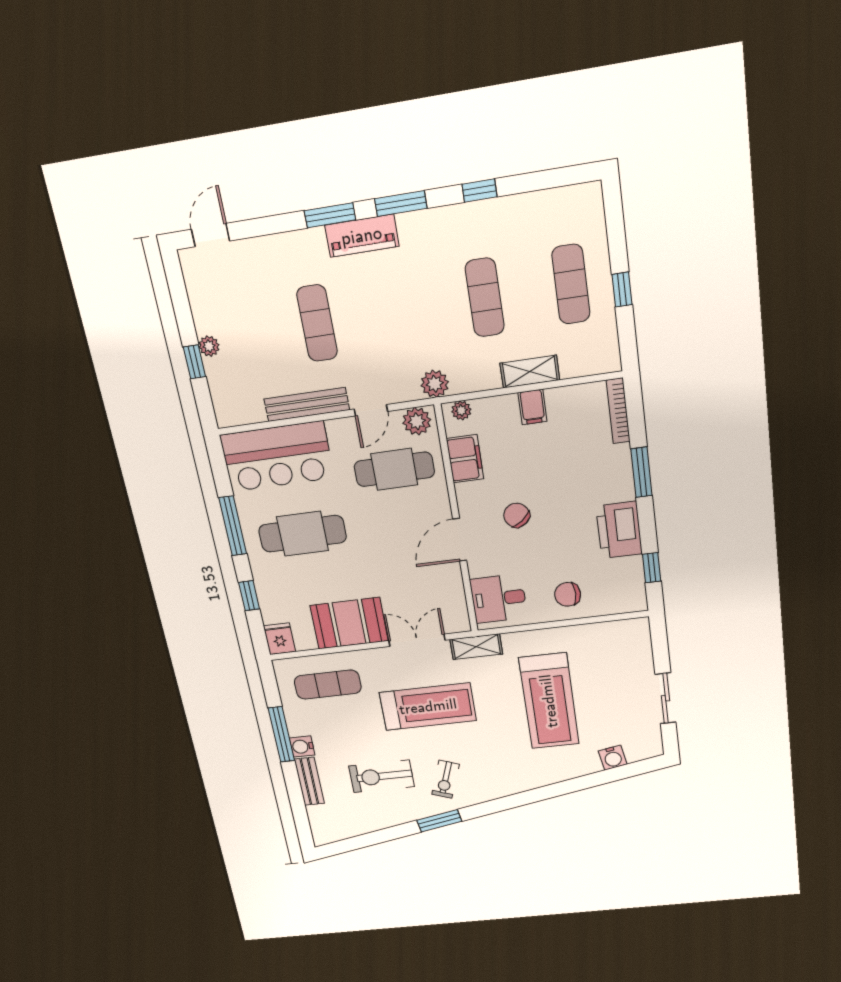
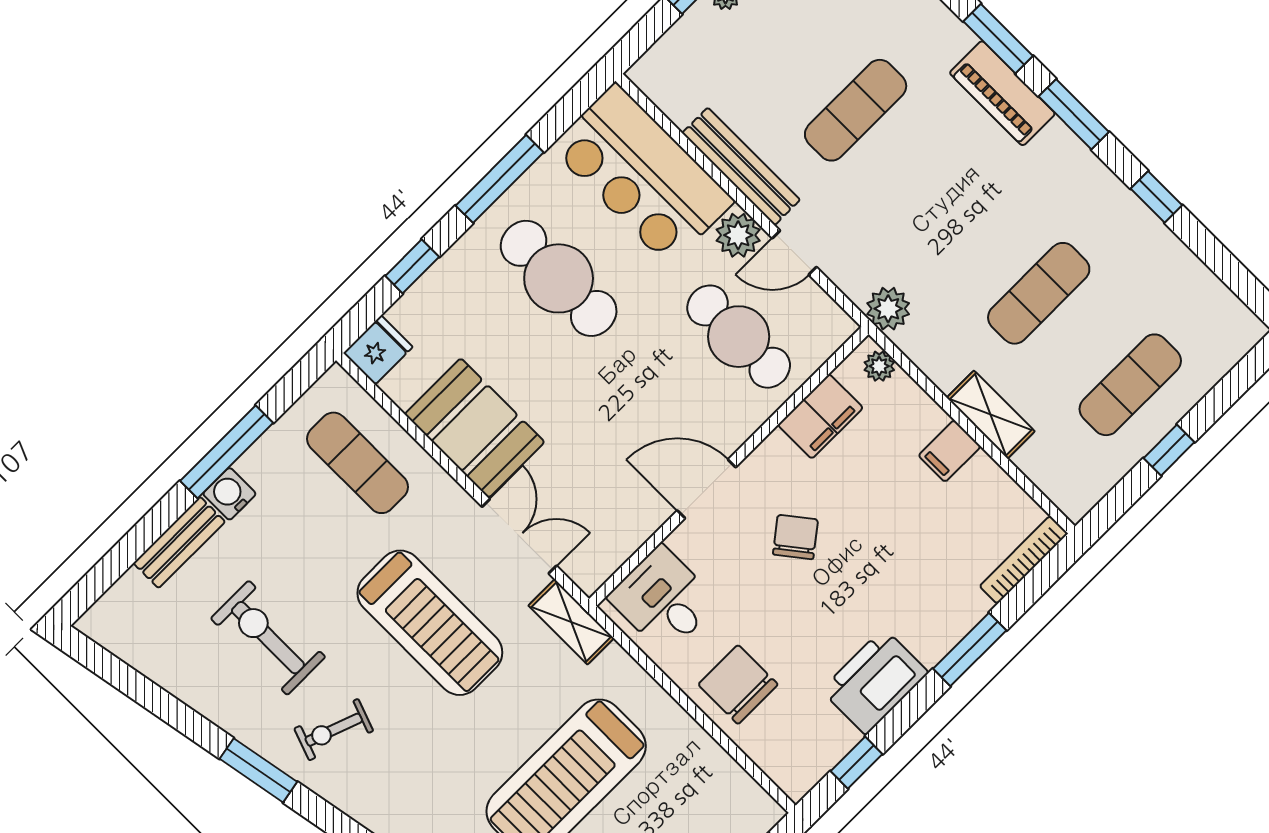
plant: (417, 421) -> (738, 235), moved
chair: (568, 594) -> (738, 684), width x1.37, depth x1.37

